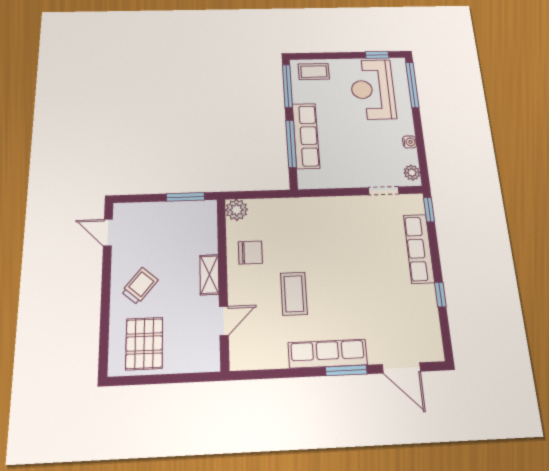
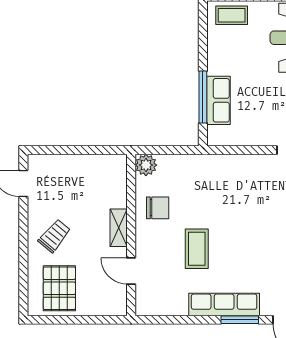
window: (287, 86) -> (203, 32), removed
row of seats: (306, 136) -> (219, 100), width x0.68
window: (185, 197) -> (97, 150), removed
door: (224, 321) -> (131, 271), swing flipped

